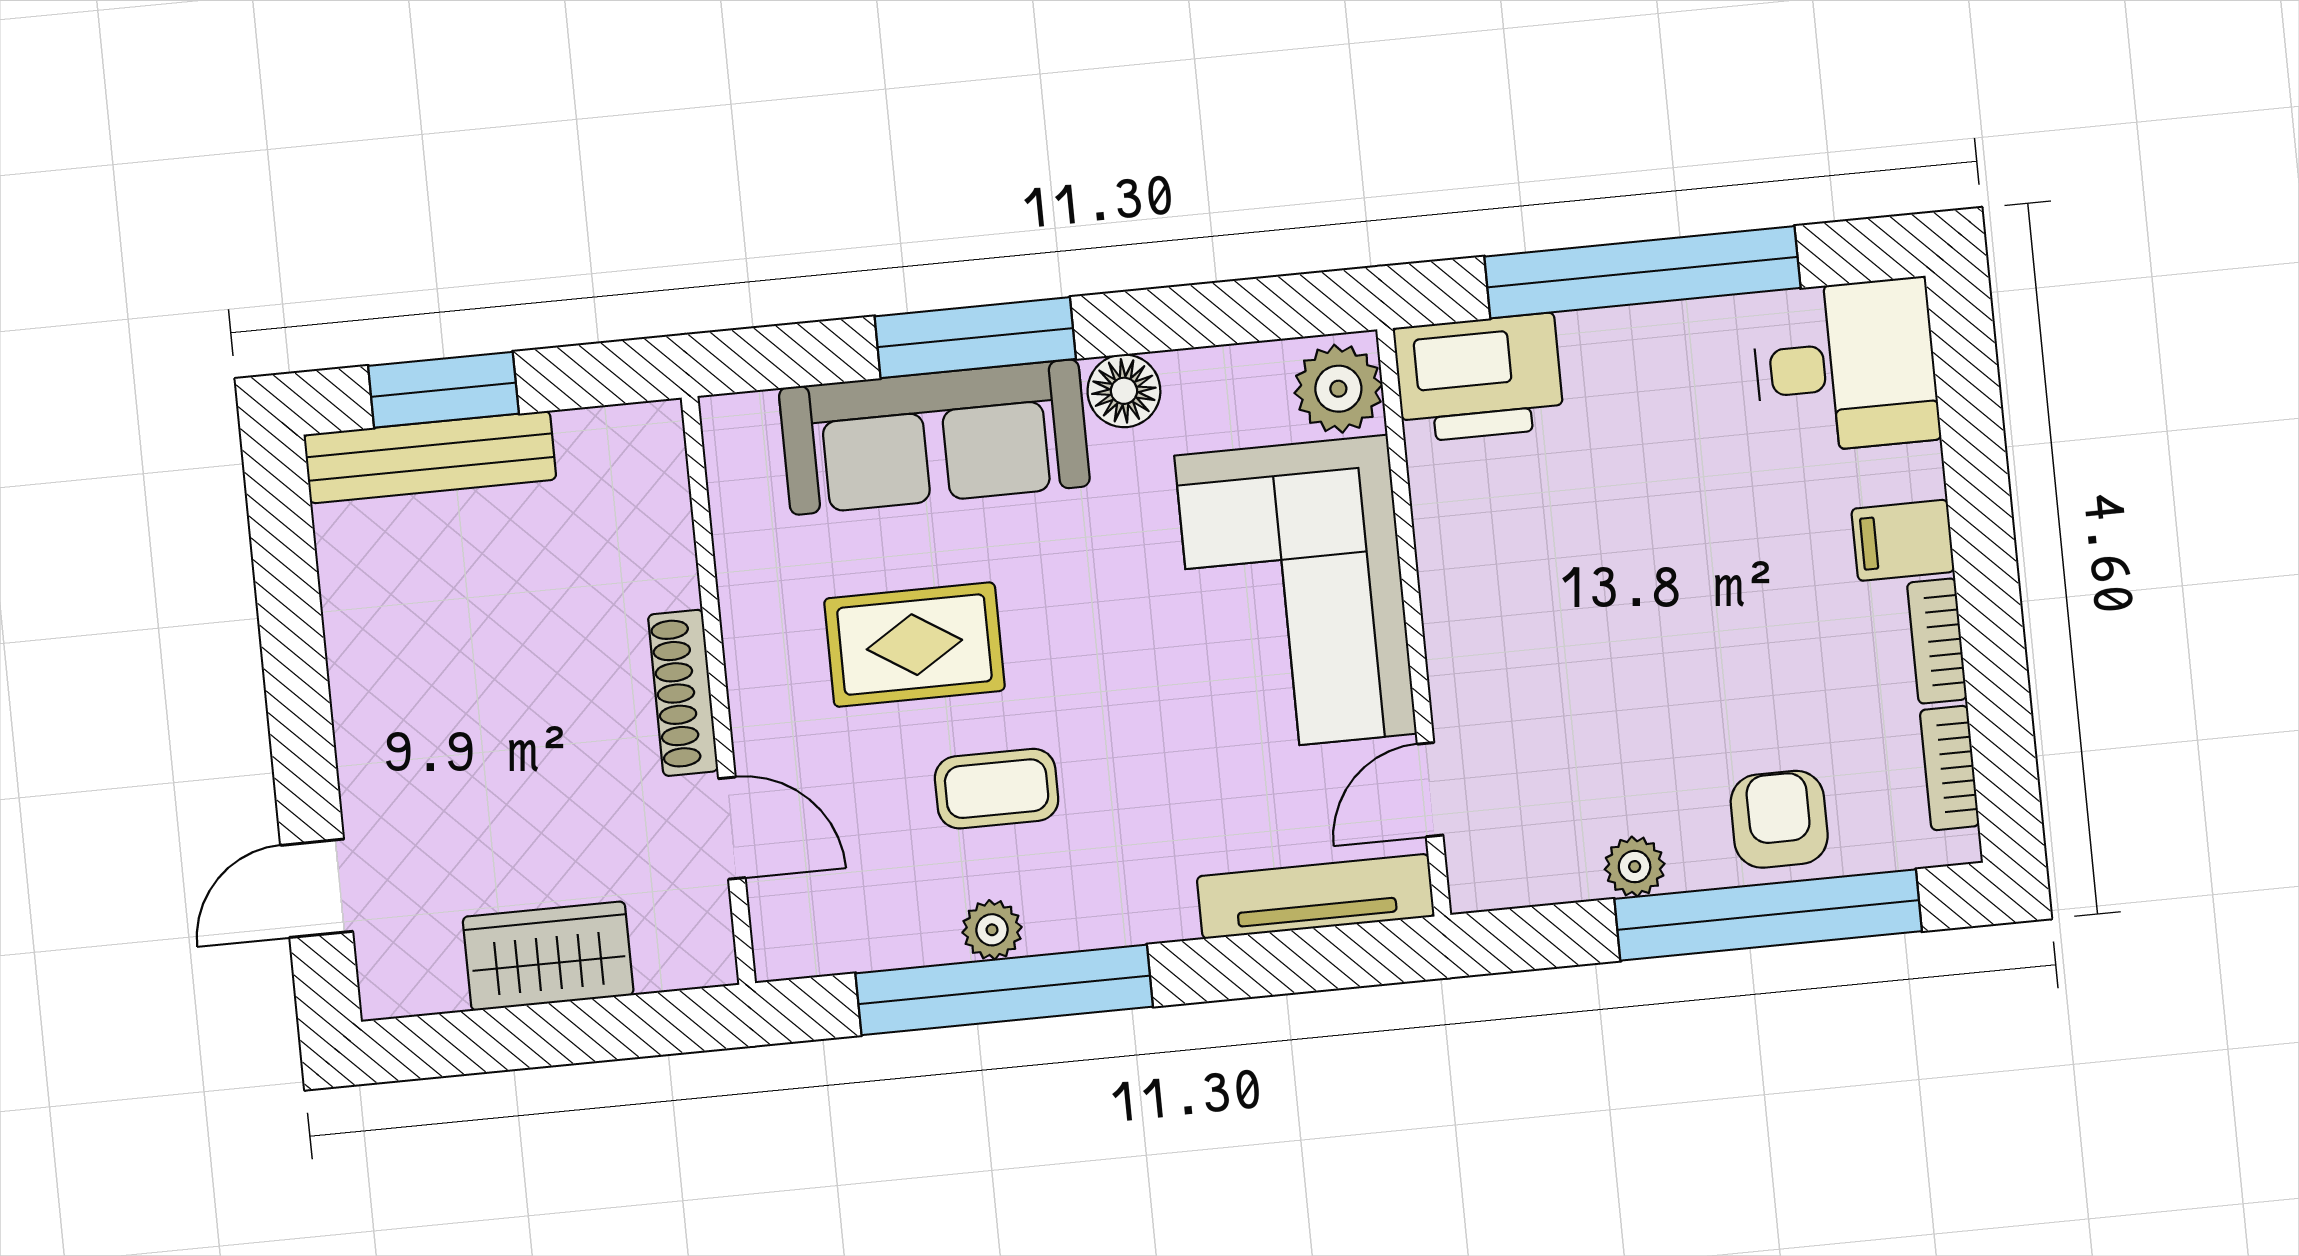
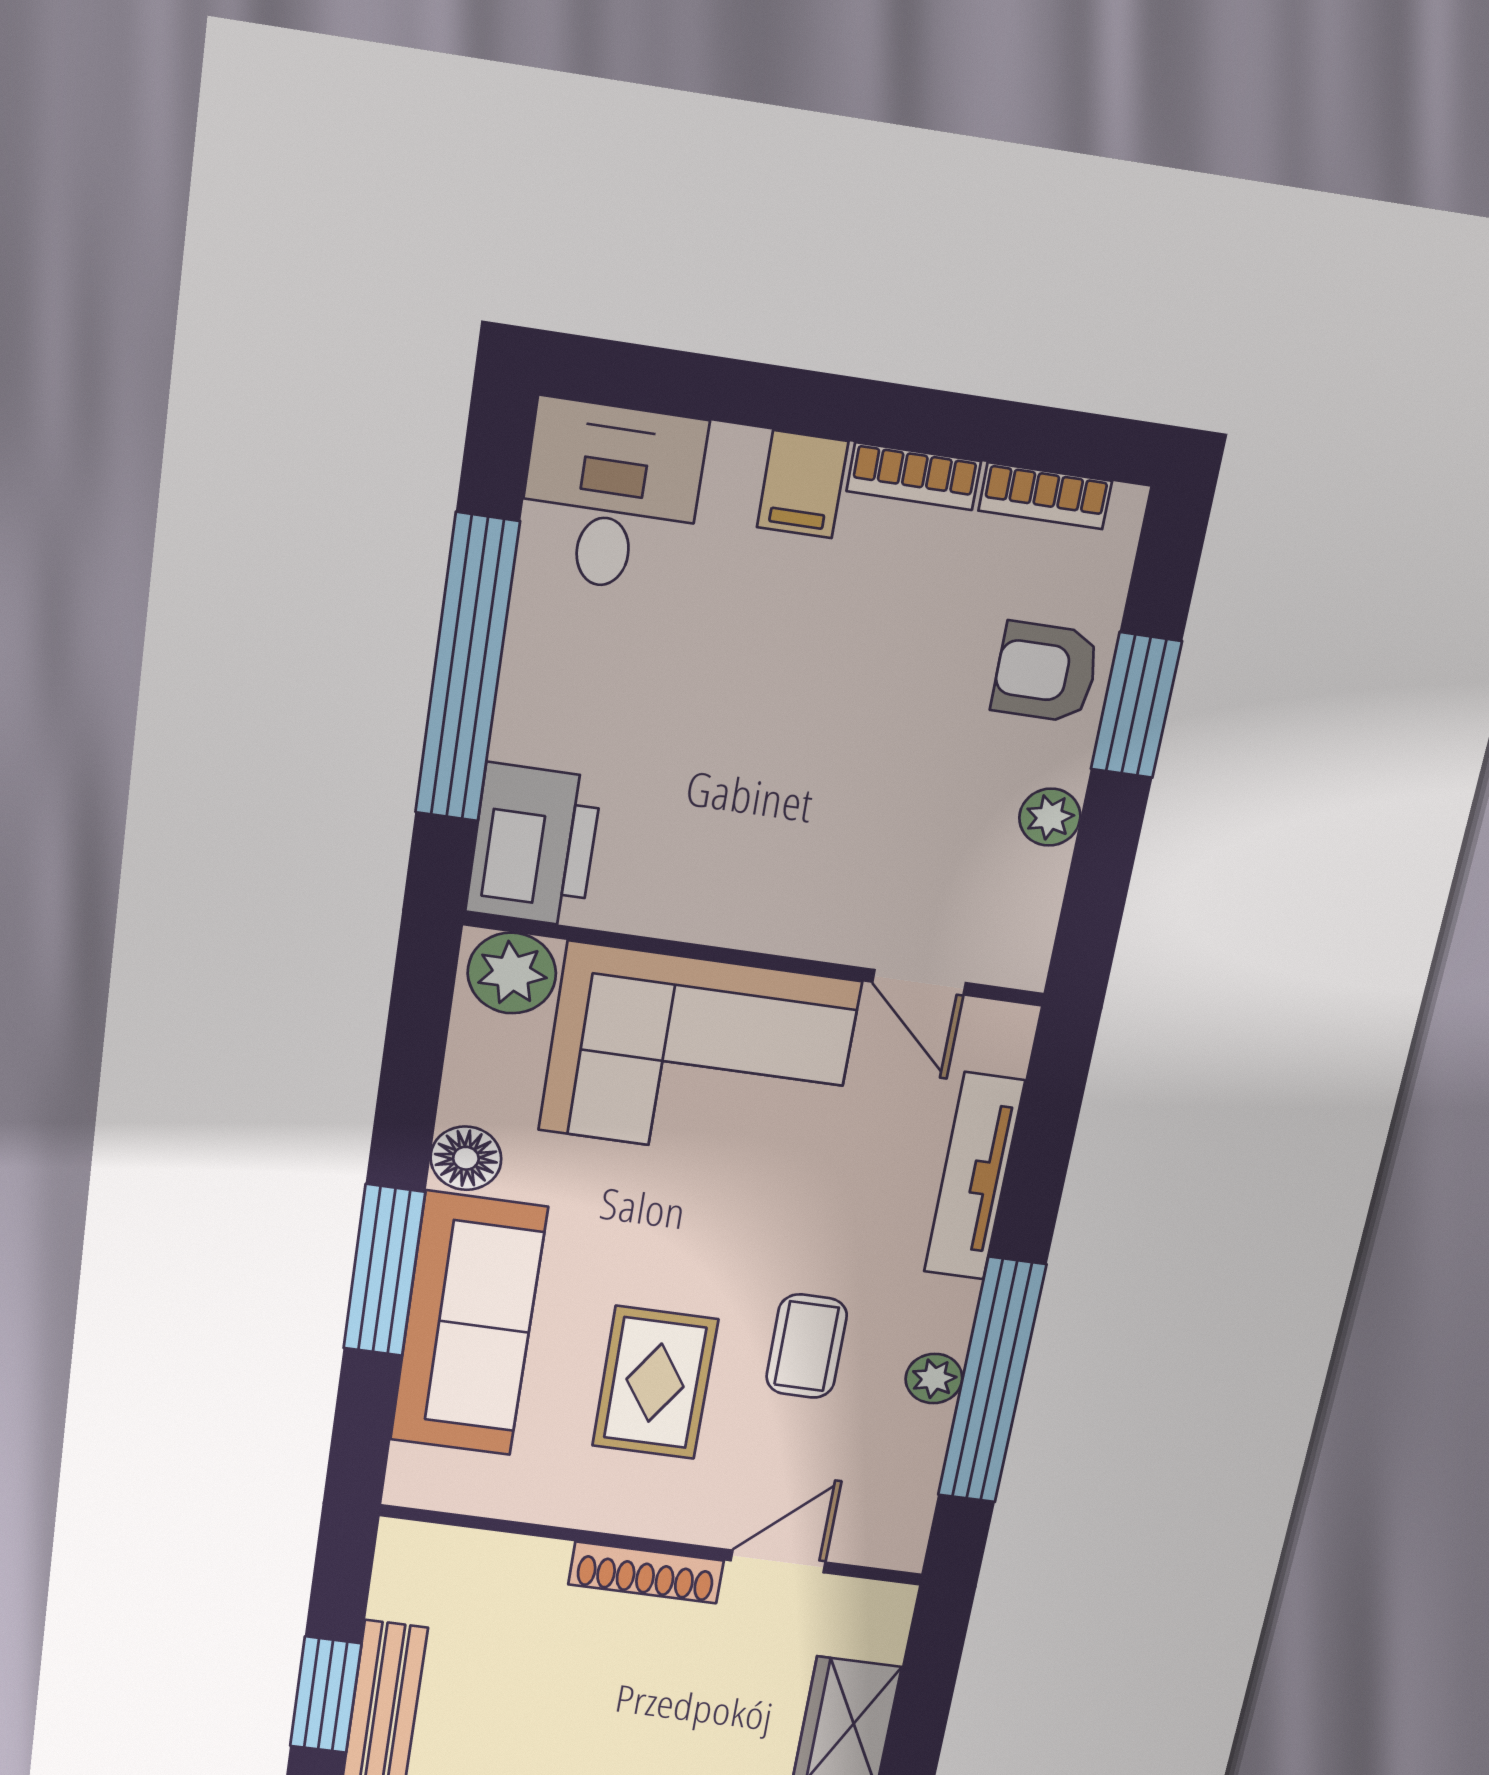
tv unit: (1316, 896) -> (974, 1177), moved
window: (1768, 915) -> (1136, 705), width x0.47

